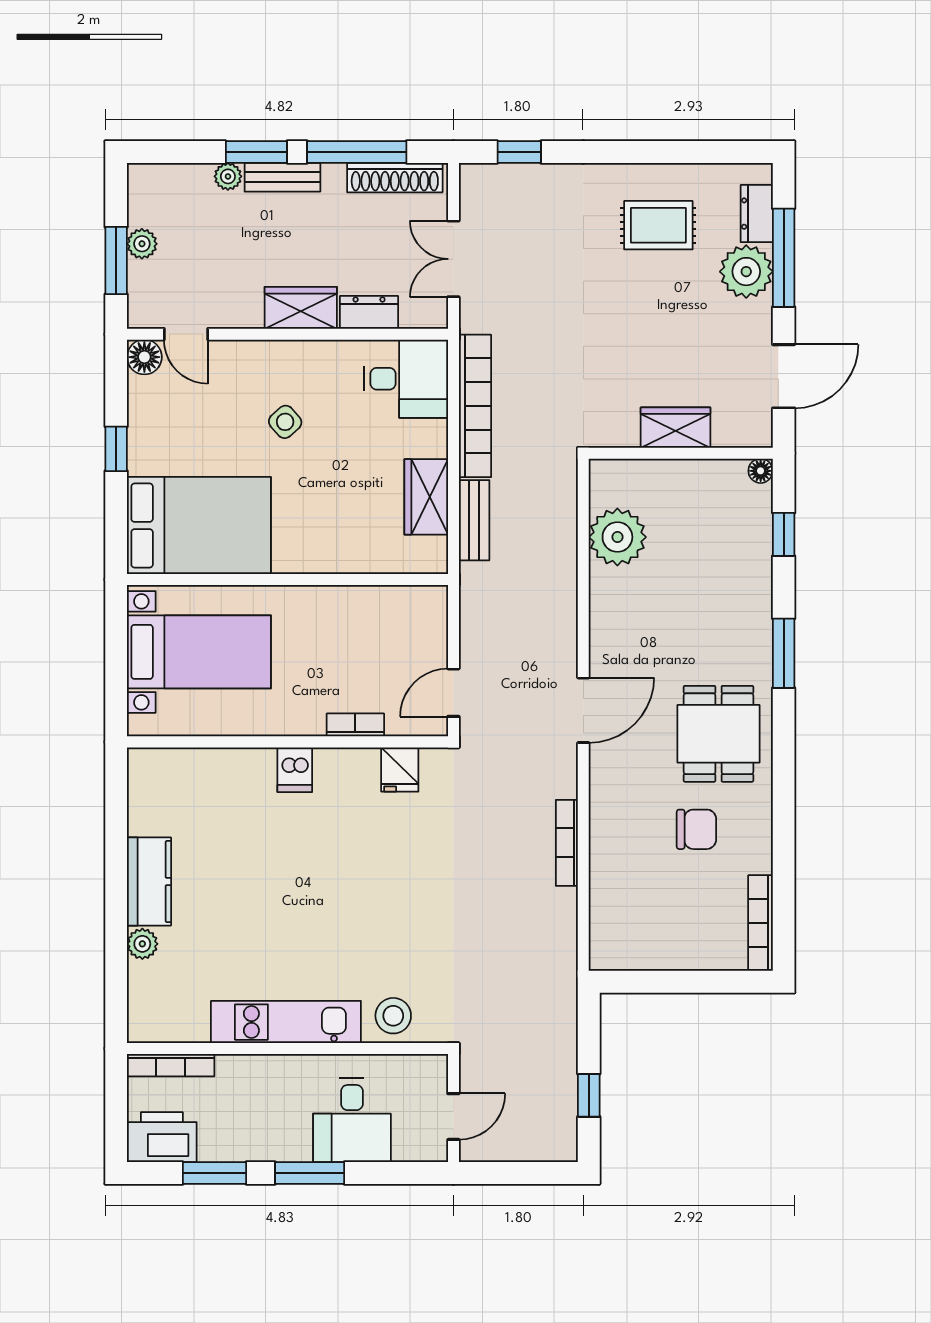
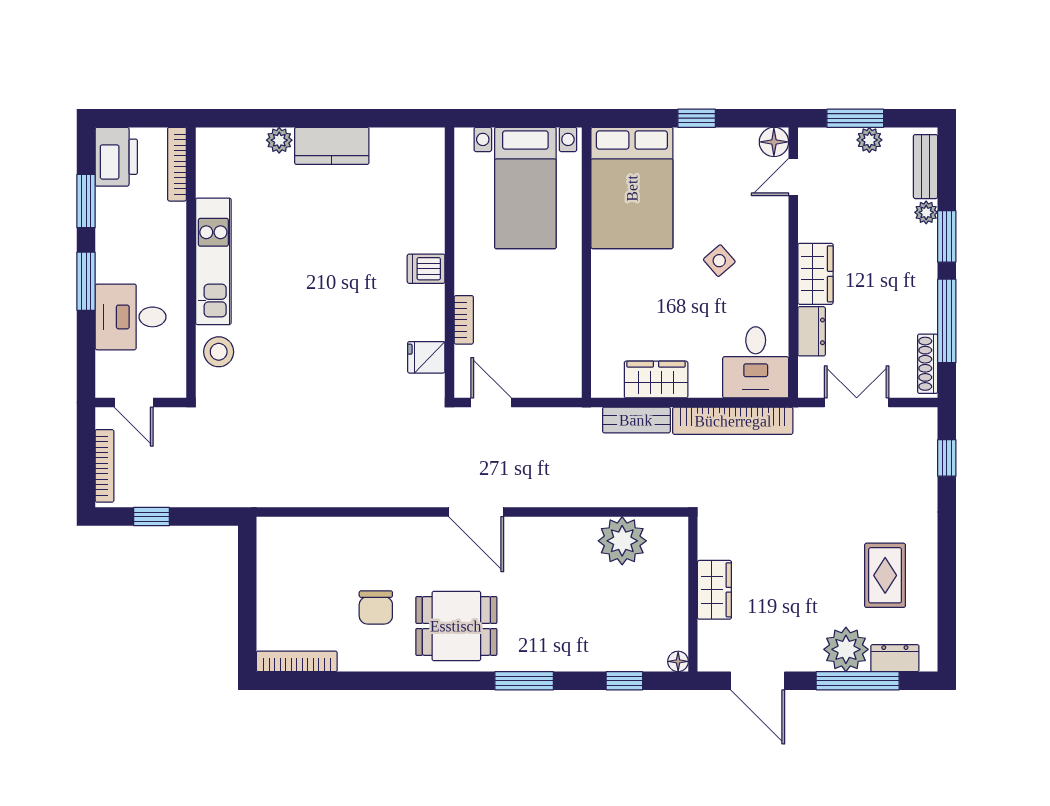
bench: (282, 177) -> (925, 167), moved
shoe rack: (395, 178) -> (928, 364), width x0.74, depth x0.81
bookcase: (567, 843) -> (104, 466), moved, turned 90

